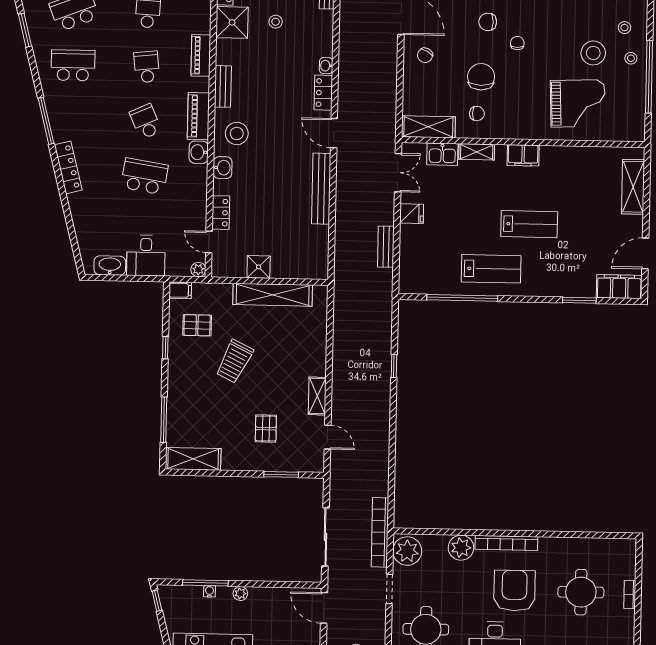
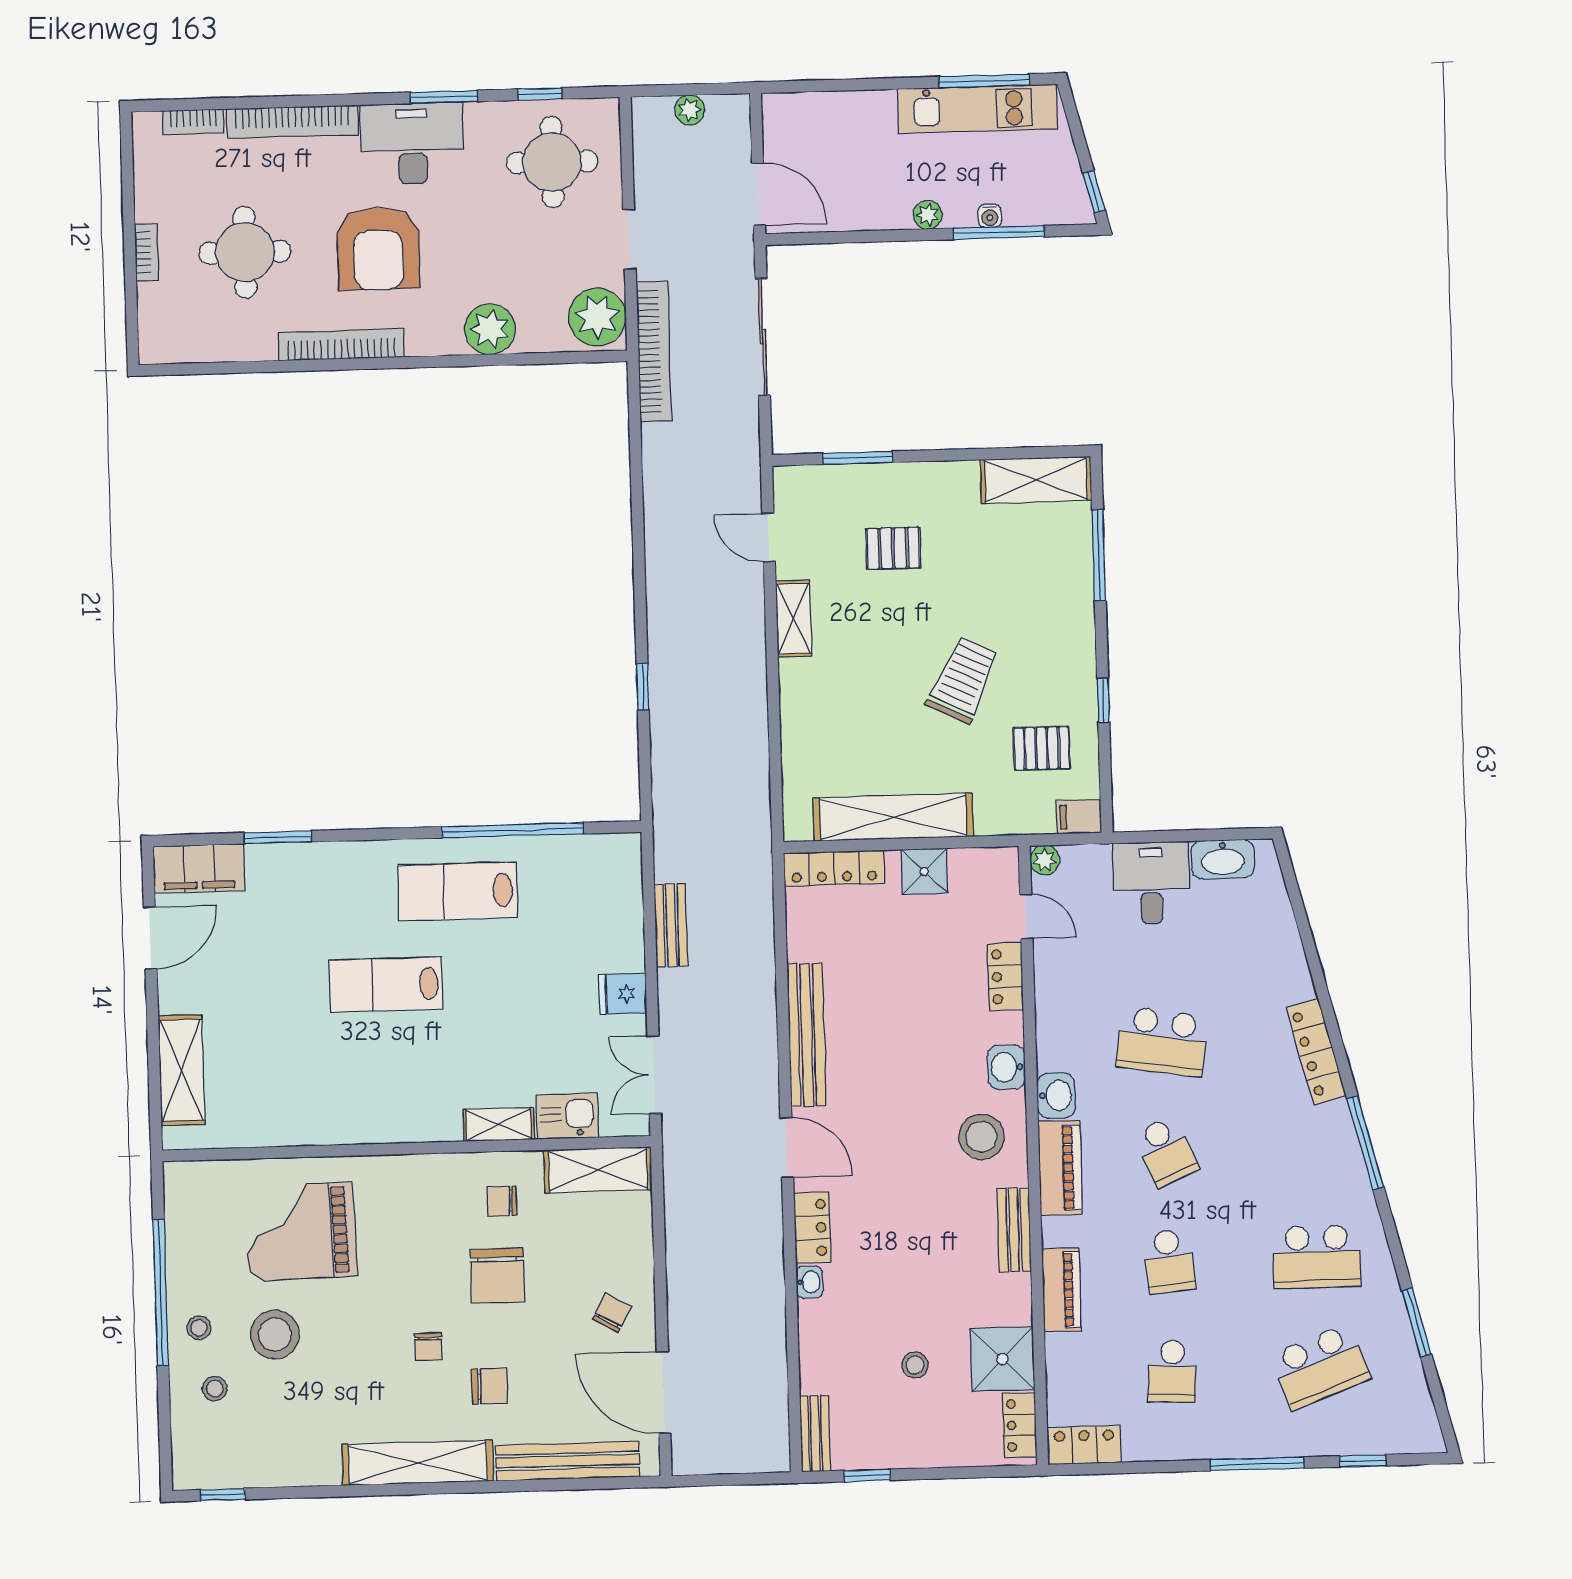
filing cabinet: (523, 155) -> (405, 1122), removed
locker: (303, 271) -> (834, 868), added
pallet: (266, 429) -> (893, 548), turned 90
bookcase: (506, 543) -> (341, 345), moved

